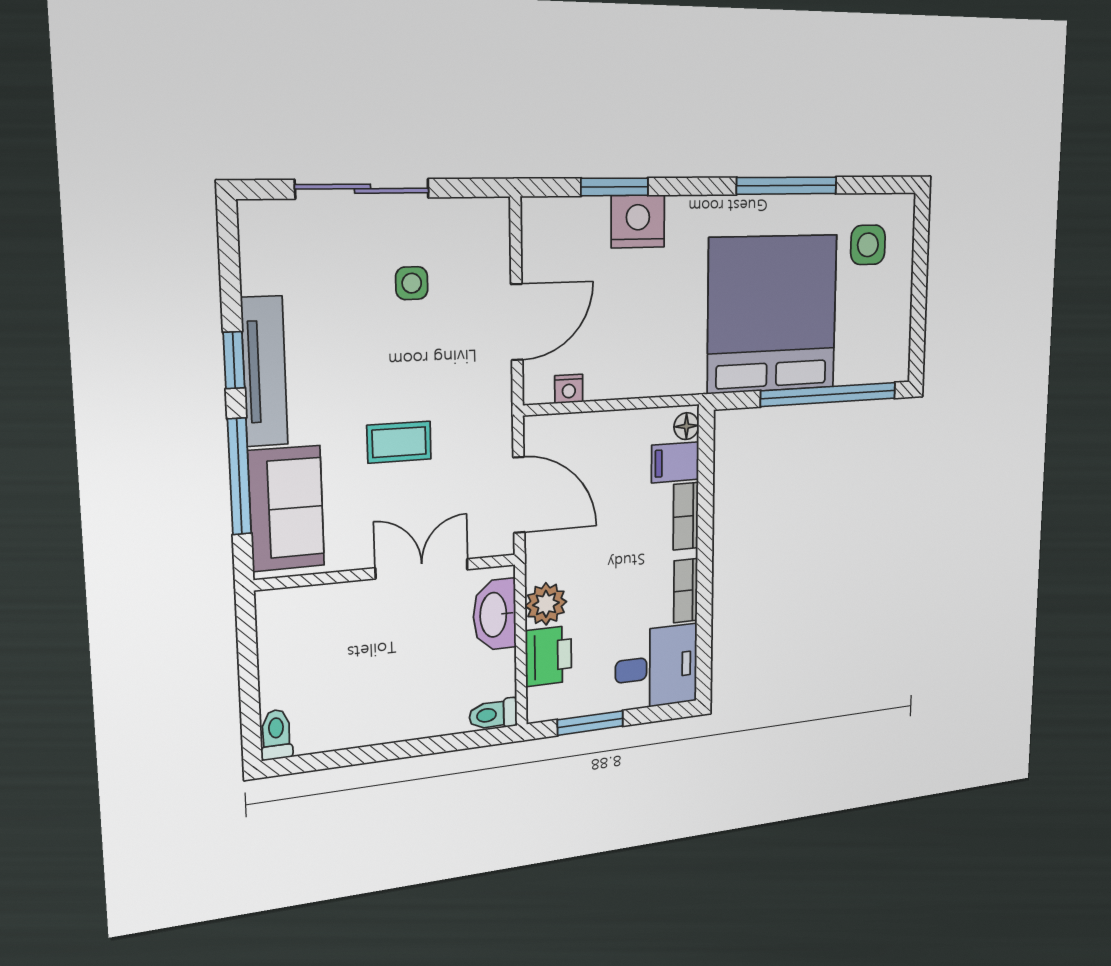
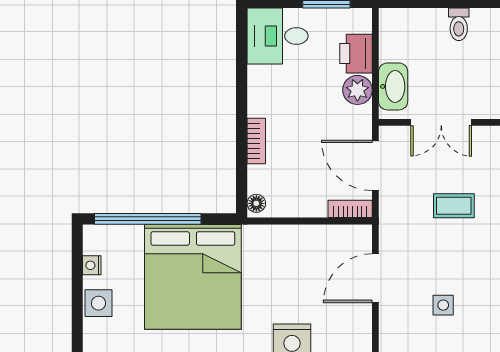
side table: (868, 245) -> (98, 303), moved
nightstand: (569, 389) -> (92, 265), moved, turned -90
filing cabinet: (675, 462) -> (264, 179), removed
bookcase: (686, 591) -> (350, 209), moved, turned -90
toilet: (493, 714) -> (459, 24), moved, turned 90

